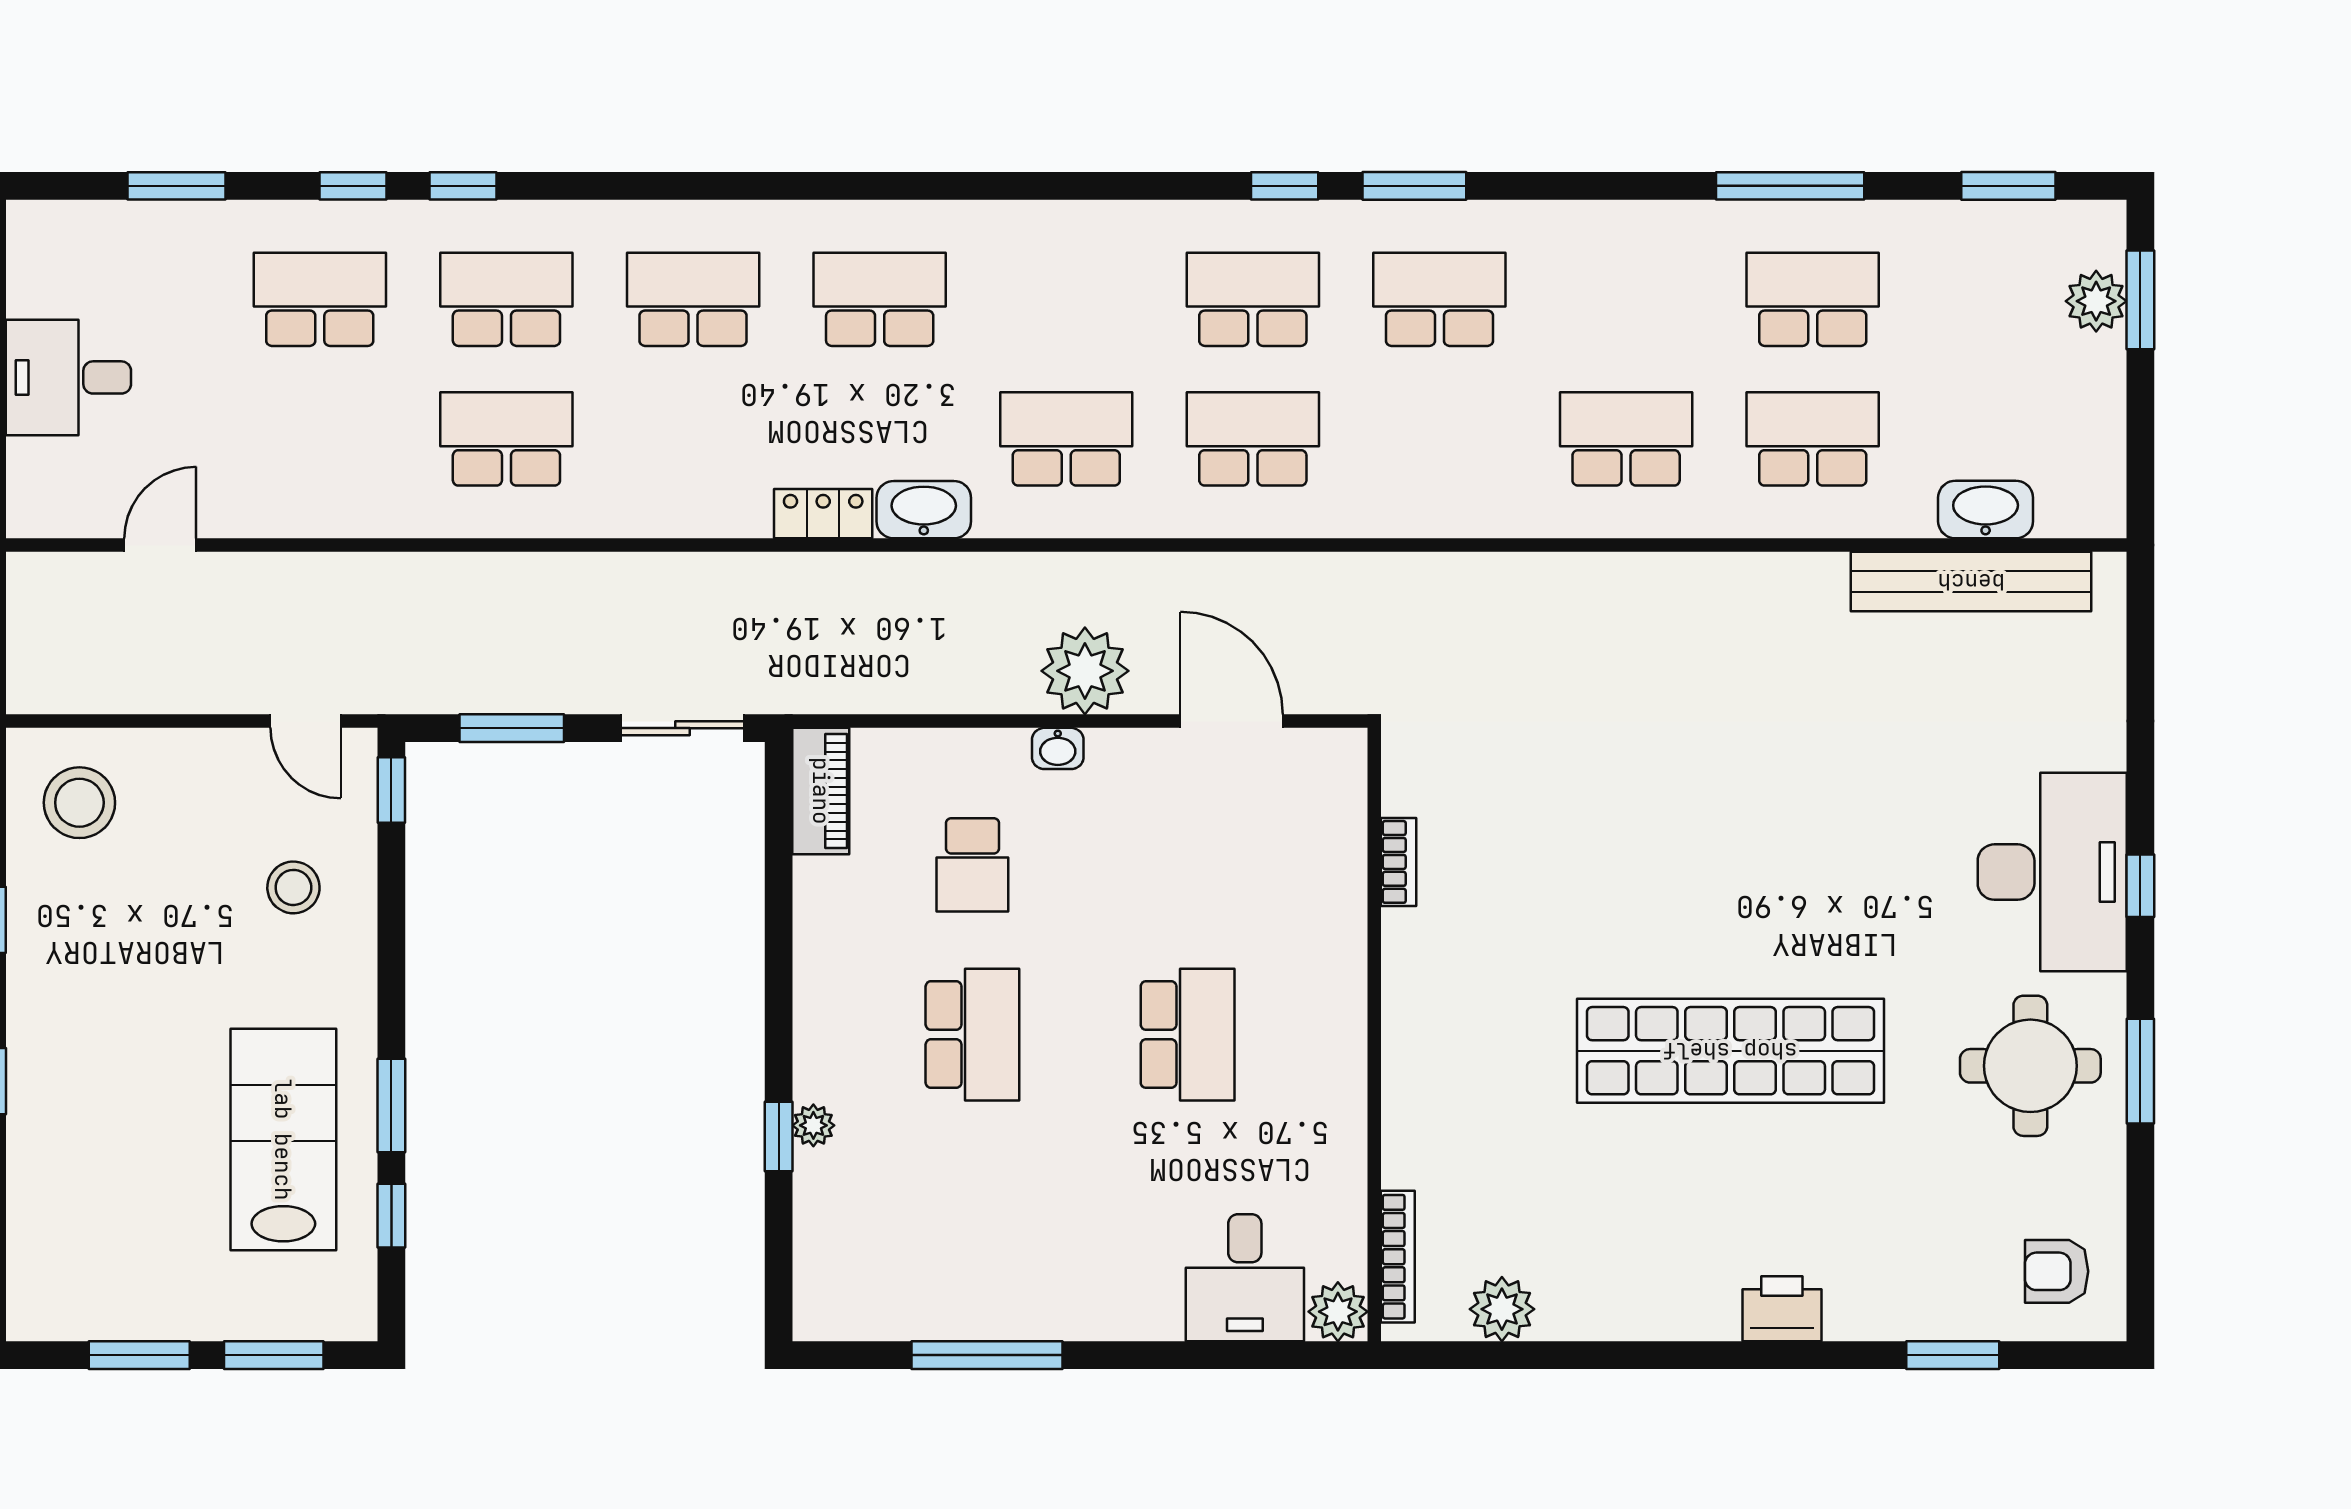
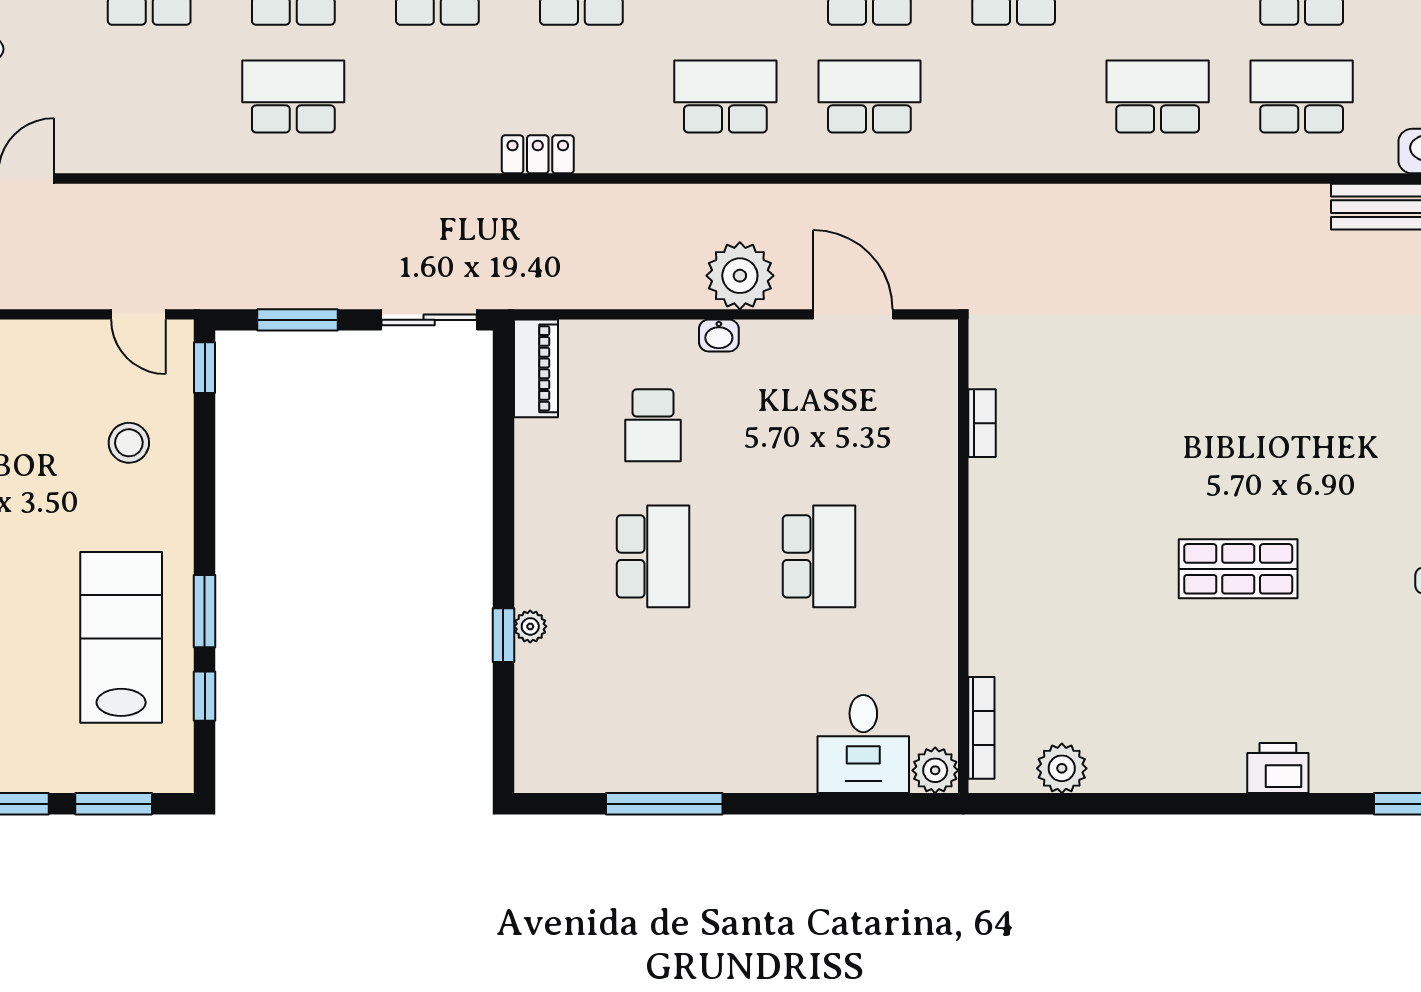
washbasin: (924, 510) -> (615, 151), removed
shop shelf: (1730, 1051) -> (1238, 569), width x0.50, depth x0.74

